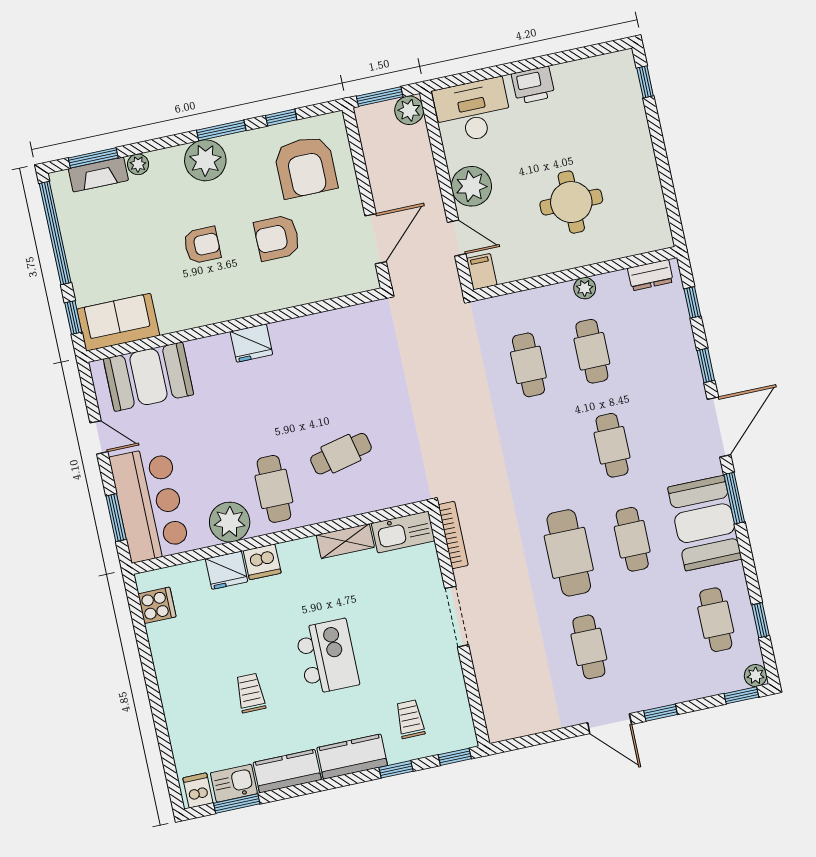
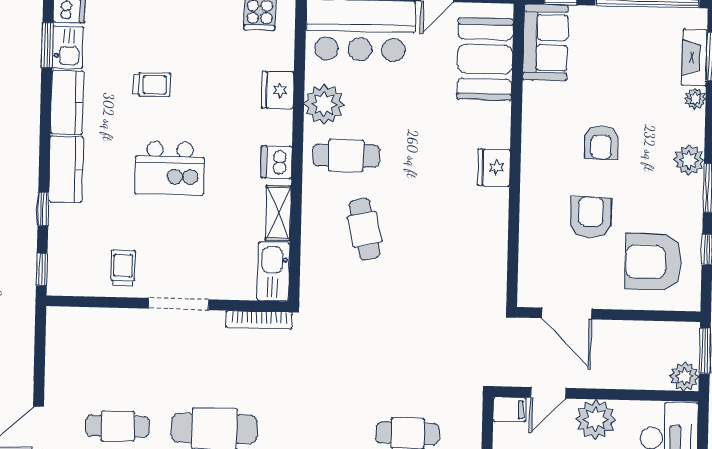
plant: (205, 160) -> (689, 160), width x0.73, depth x0.73
dishwasher: (262, 562) -> (277, 162), moved
trolley: (410, 719) -> (123, 268), moved, turned -90

